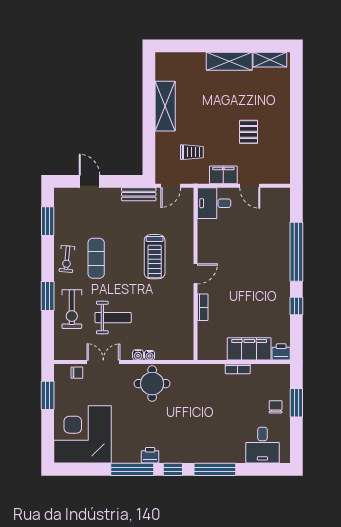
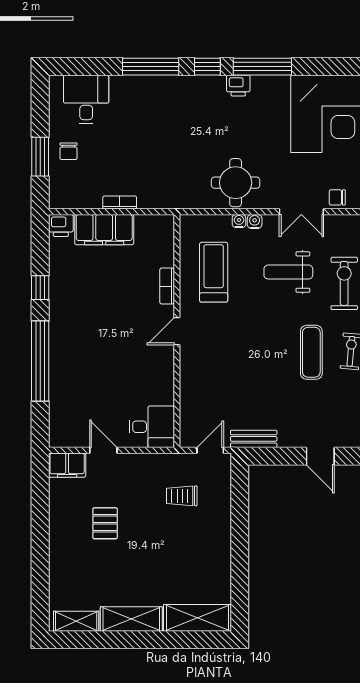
shelving: (165, 106) -> (198, 618), moved, turned 90
filing cabinet: (223, 175) -> (67, 465), moved
treadmill: (155, 257) -> (214, 272), moved

